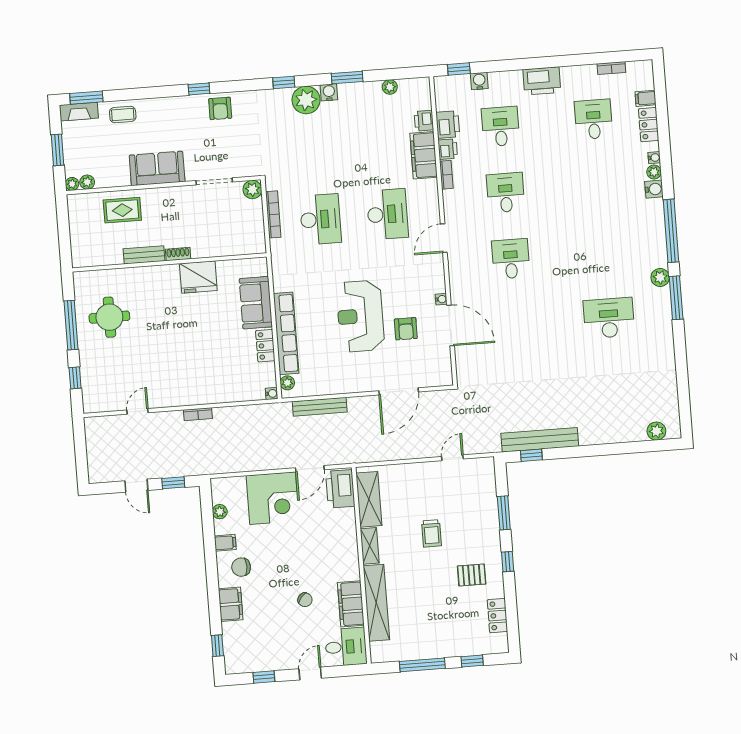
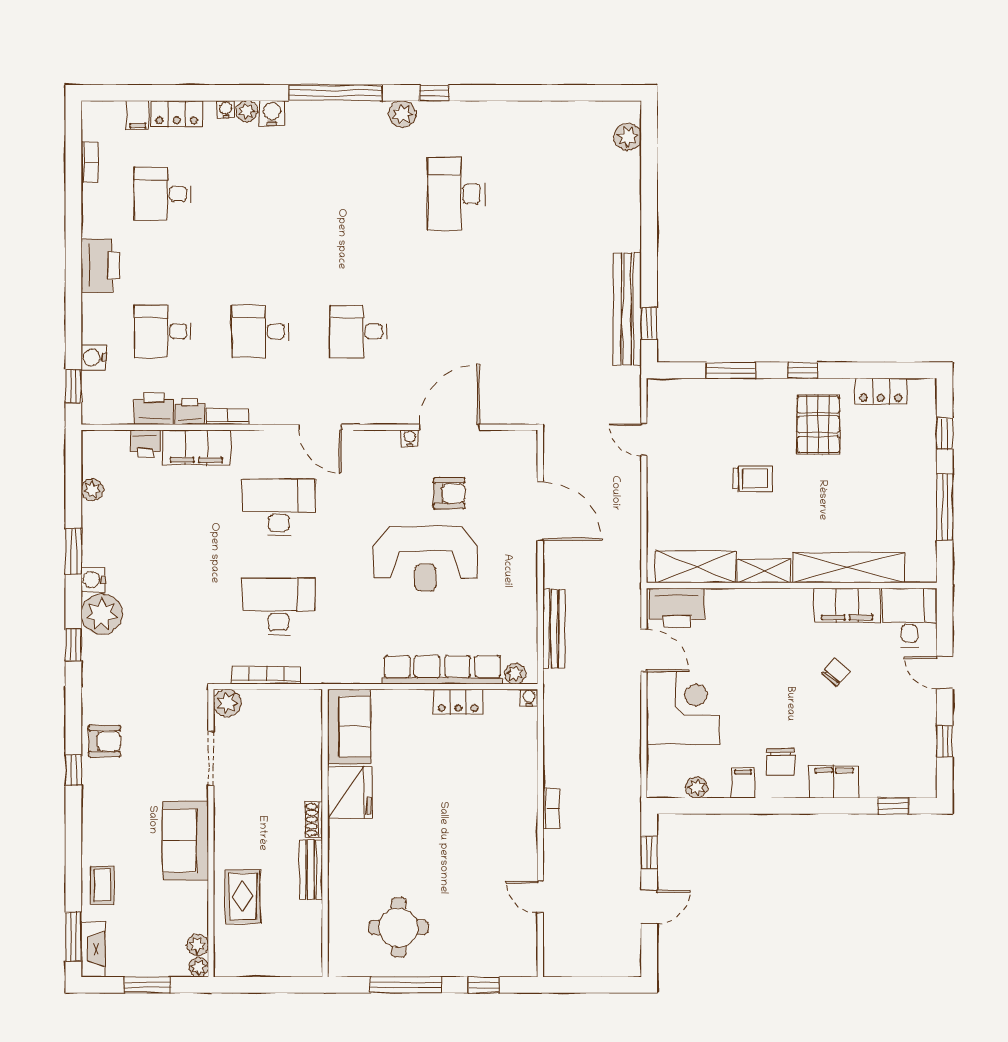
window: (676, 298) -> (434, 93), width x0.46
sofa: (256, 303) -> (349, 727), moved, turned -90
pallet: (472, 575) -> (818, 425), width x1.50, depth x1.42

